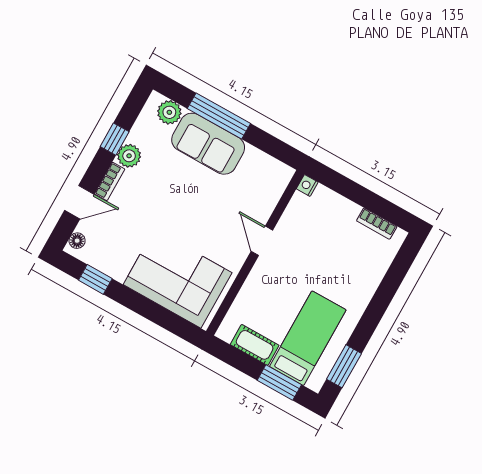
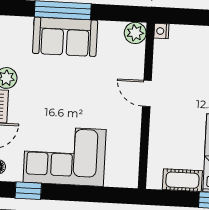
plant: (169, 112) -> (135, 33), moved
corner sofa: (178, 279) -> (65, 156), moved

